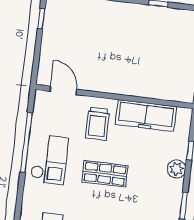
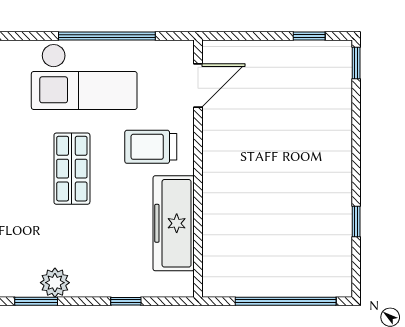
checkout: (49, 159) -> (84, 77), width x1.36, depth x1.21
plant: (176, 169) -> (55, 283), moved

